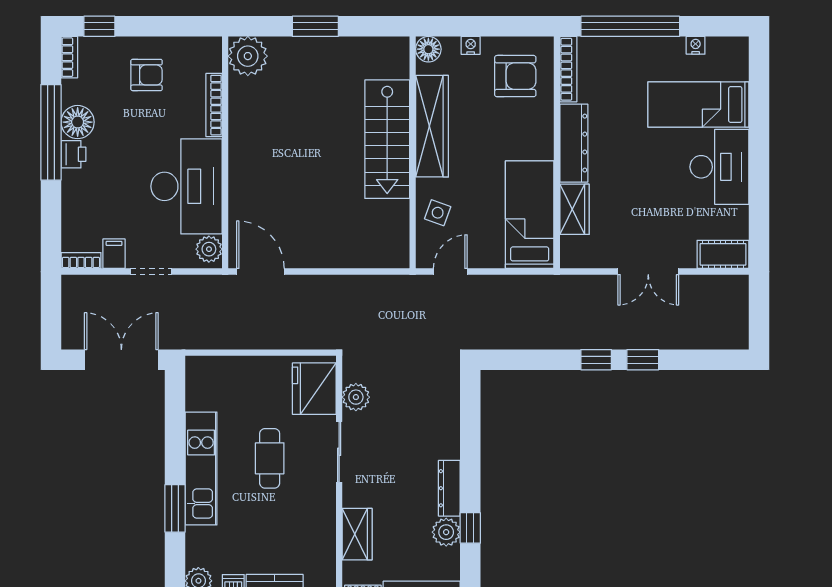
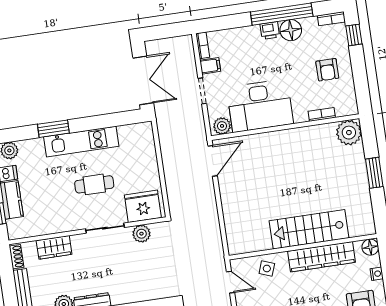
bookcase: (214, 105) -> (322, 115), width x0.64

